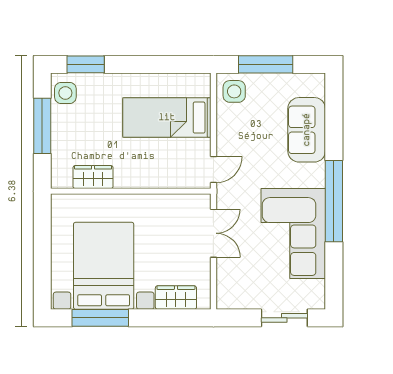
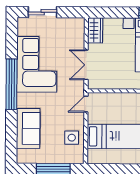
side table: (234, 91) -> (72, 138), moved
wardrobe: (176, 298) -> (95, 30), moved, turned -90

